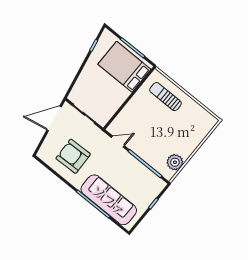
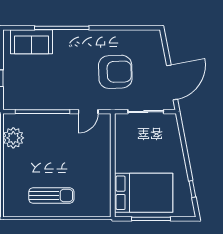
sun lounger: (165, 97) -> (51, 195), moved
armchair: (73, 156) -> (115, 72), moved
sofa: (109, 200) -> (32, 42), width x0.54, depth x0.79

